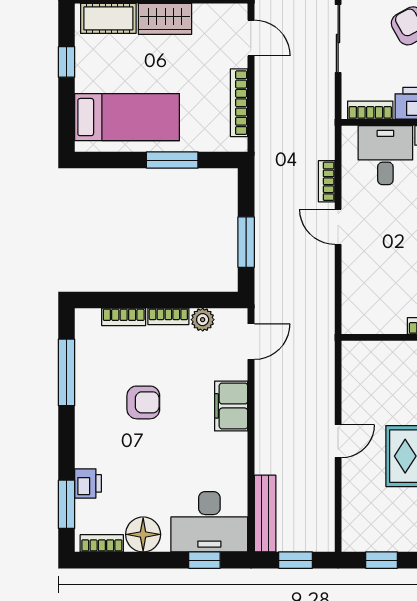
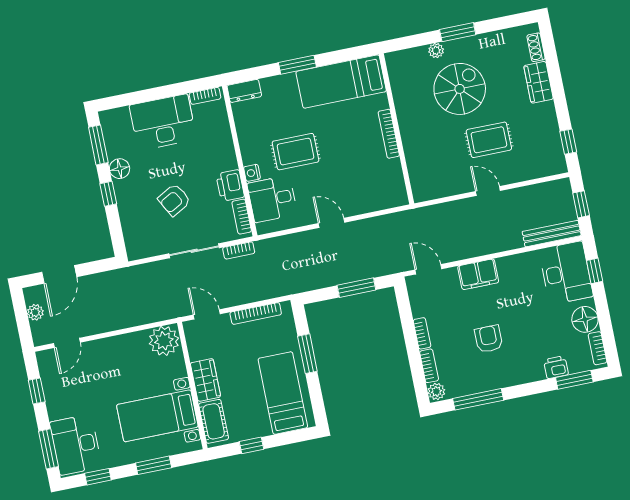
door: (251, 38) -> (207, 314), hinge flipped
bookcase: (327, 181) -> (239, 250), moved
door: (338, 227) -> (331, 223), swing flipped
plant: (203, 320) -> (436, 391), moved

